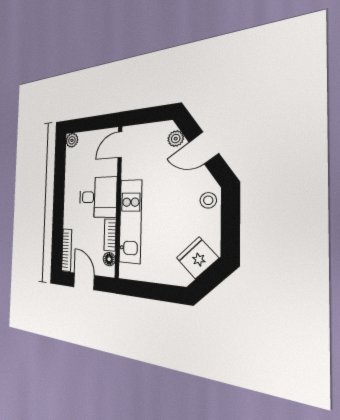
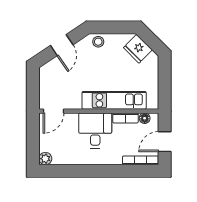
plant: (176, 139) -> (53, 65), removed
door: (120, 145) -> (53, 111), hinge flipped

